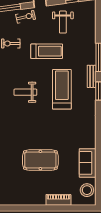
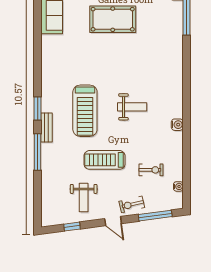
weight bench: (63, 22) -> (84, 198), turned 180

